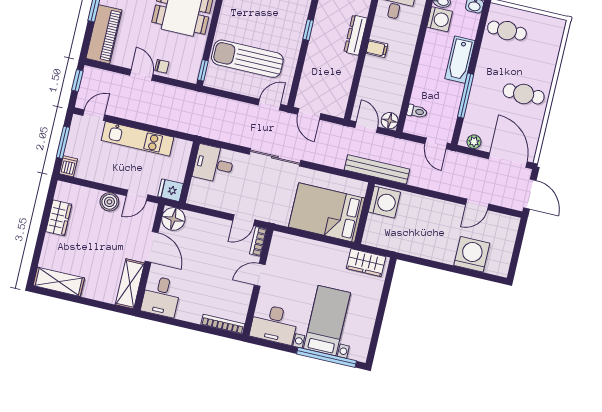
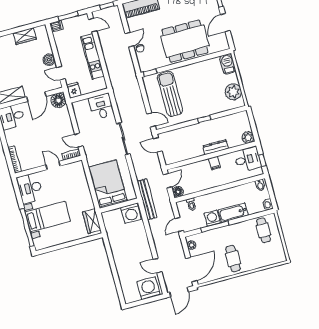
washing machine: (440, 19) -> (212, 218), moved, turned 180
door: (309, 114) -> (158, 145), hinge flipped
washing machine: (472, 254) -> (149, 288), moved, turned -90

